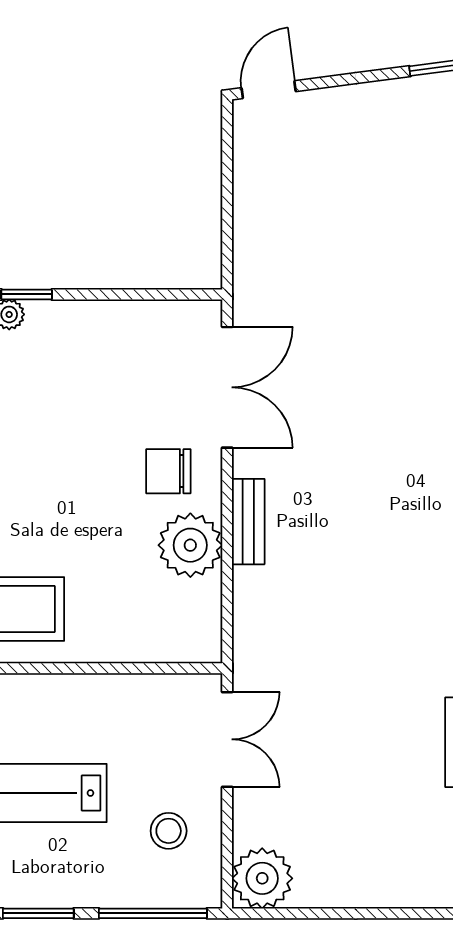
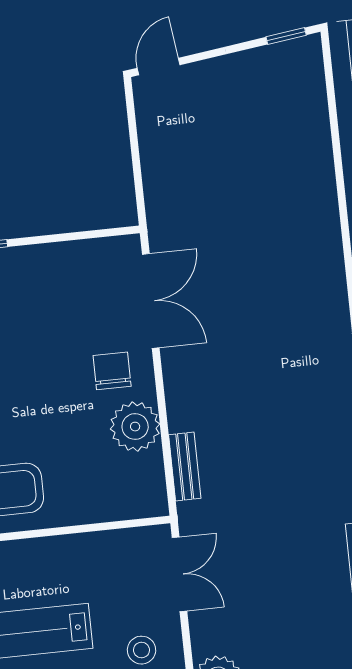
chair: (168, 471) -> (112, 371), turned 90
bench: (248, 522) -> (185, 466), moved

